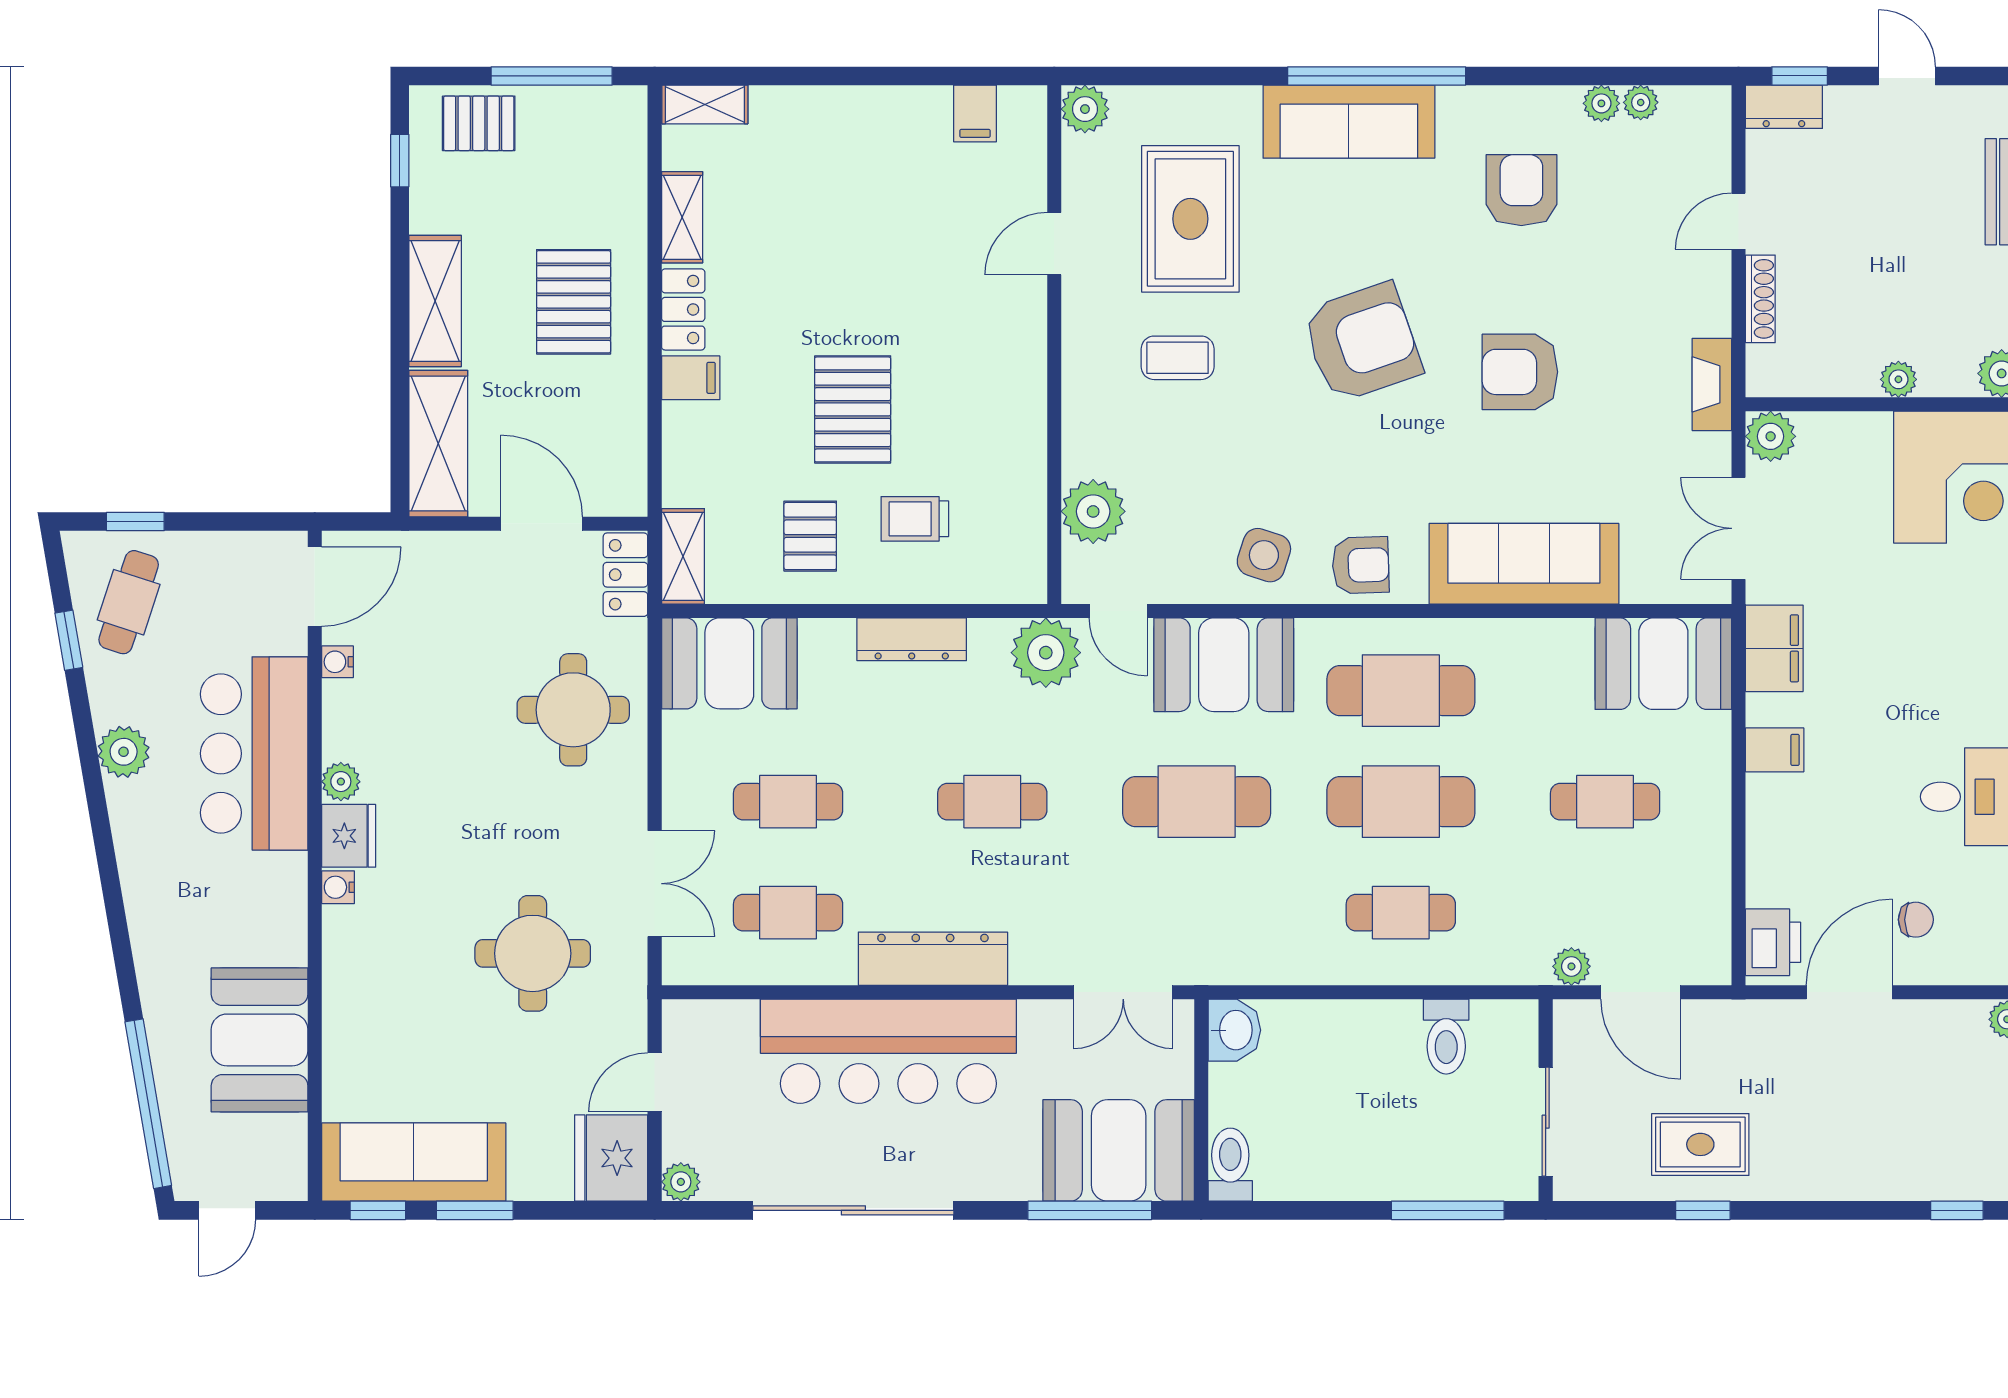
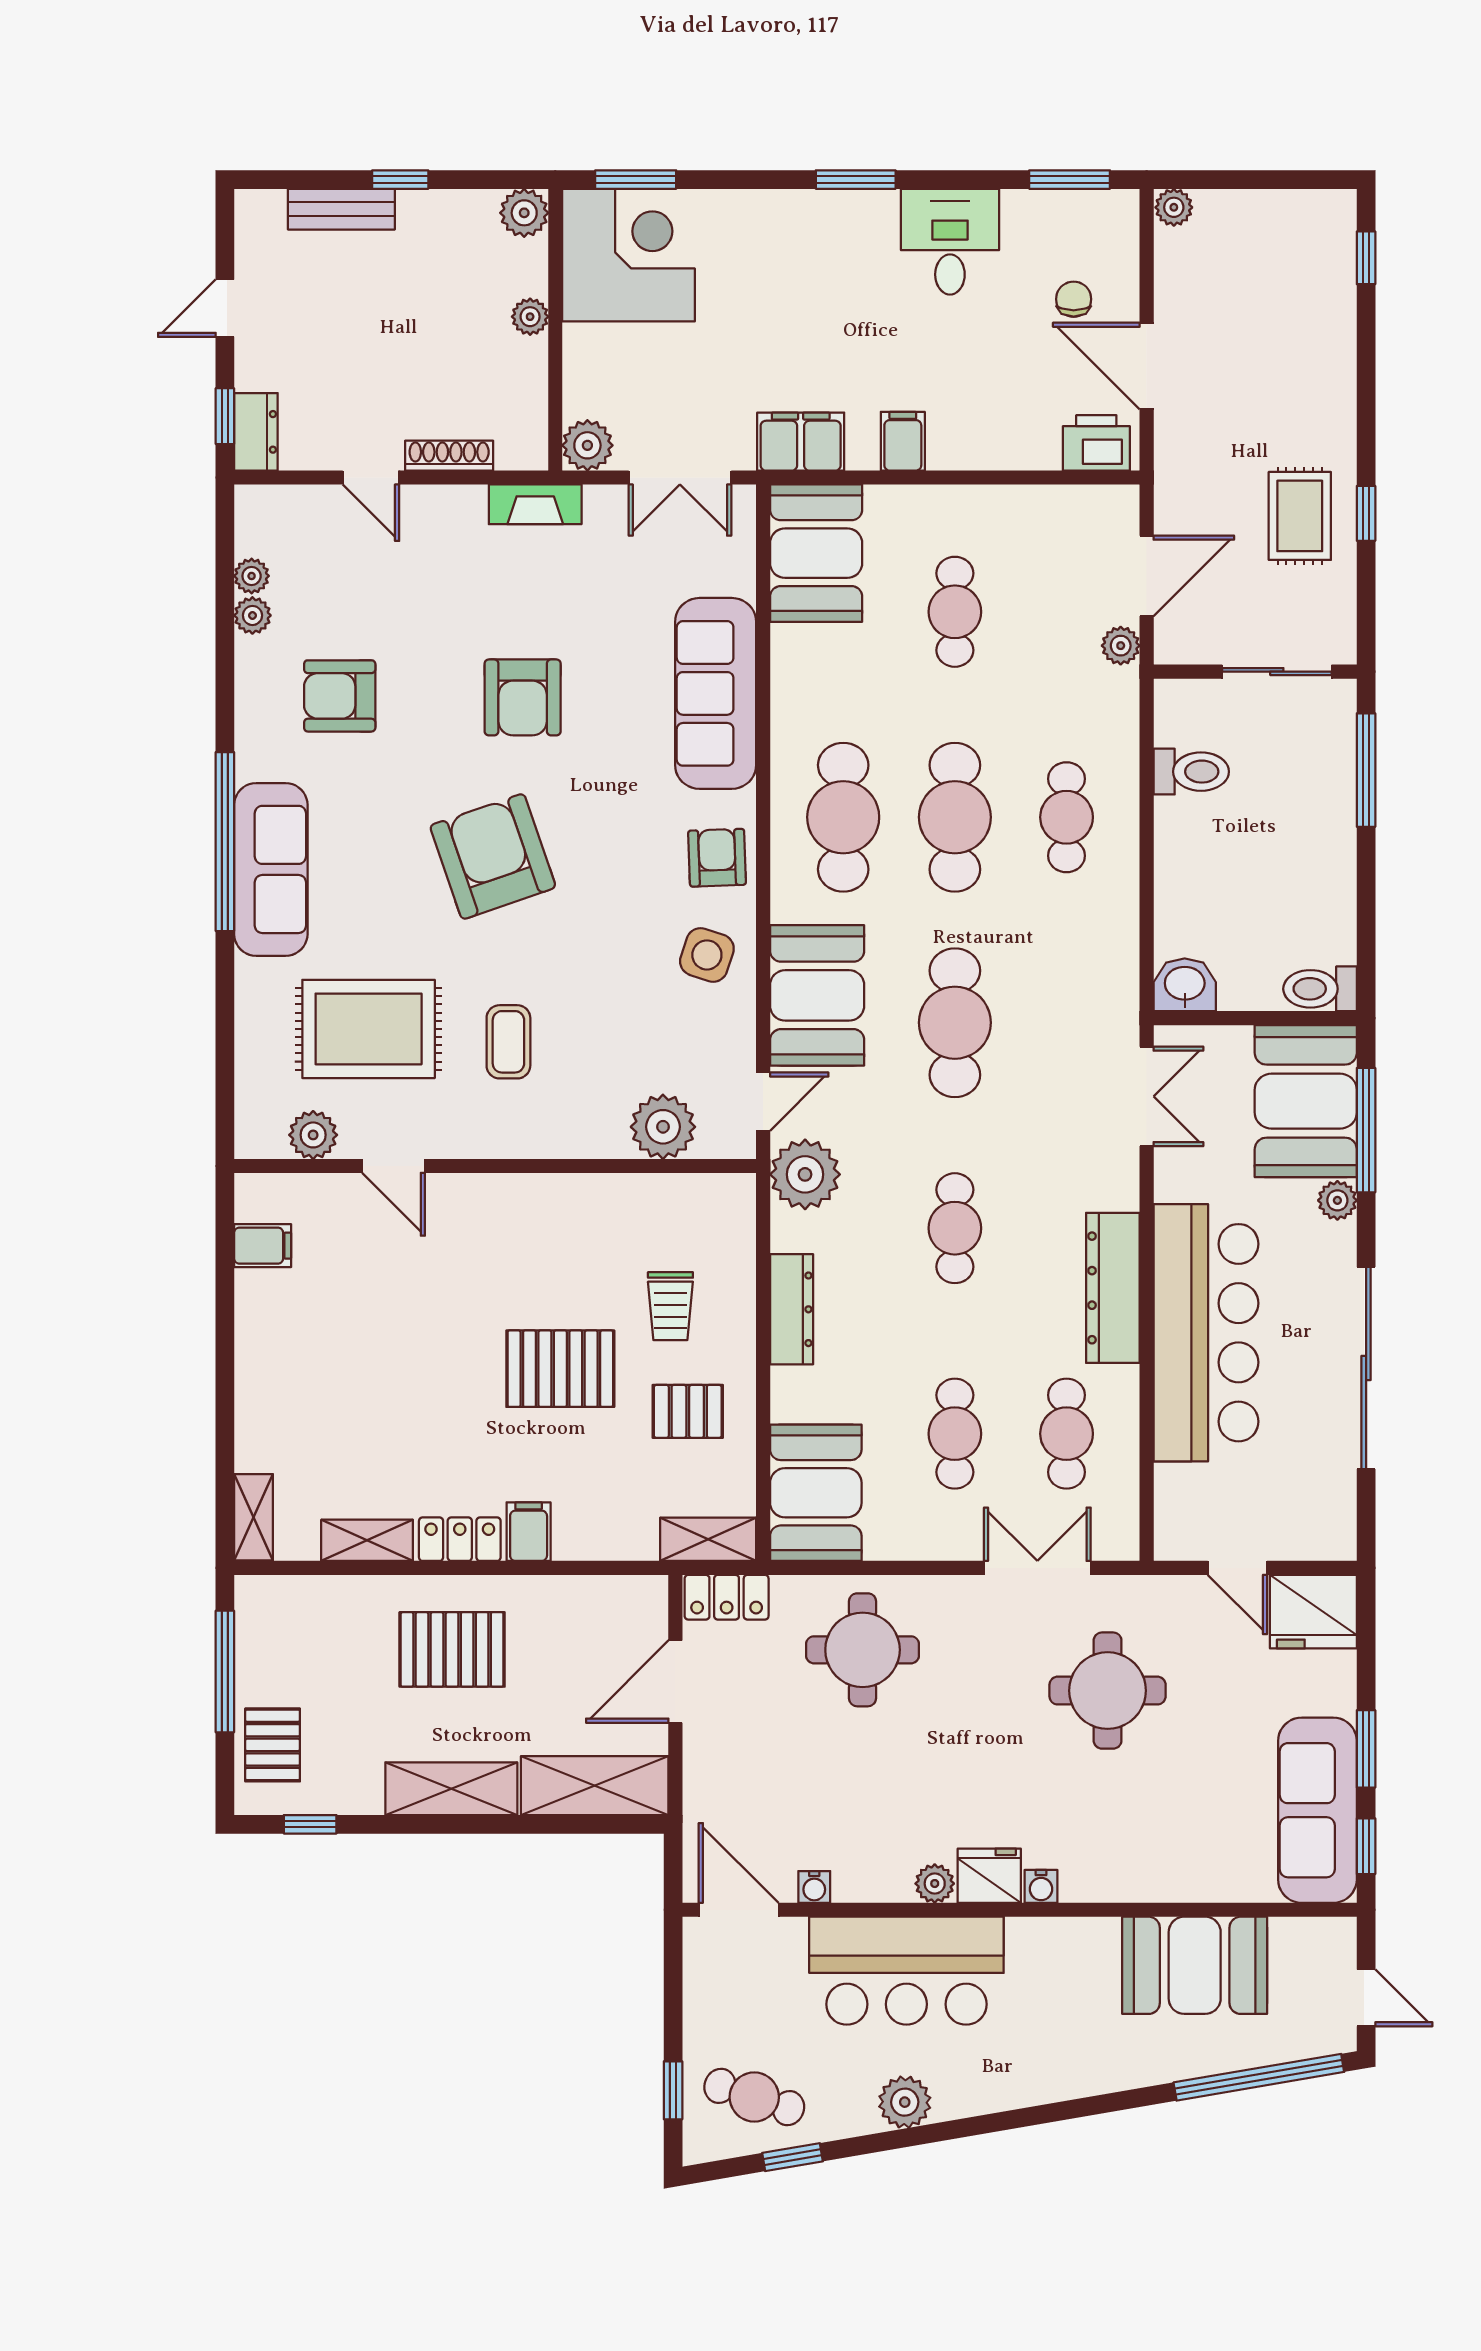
plant: (1085, 109) -> (313, 1135), moved
plant: (681, 1182) -> (1337, 1200), moved

